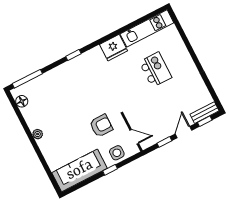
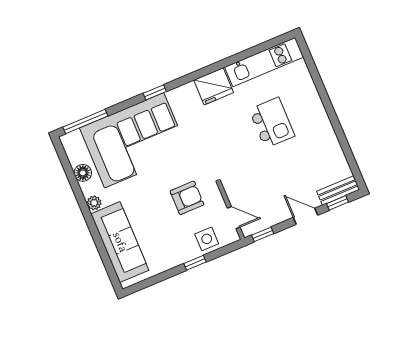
corner sofa: (62, 89) -> (134, 140), added
floor lamp: (22, 101) -> (83, 173), moved
door: (183, 132) -> (305, 216), hinge flipped
window: (164, 142) -> (263, 234), moved
sofa: (80, 170) -> (120, 242), moved, turned 90

